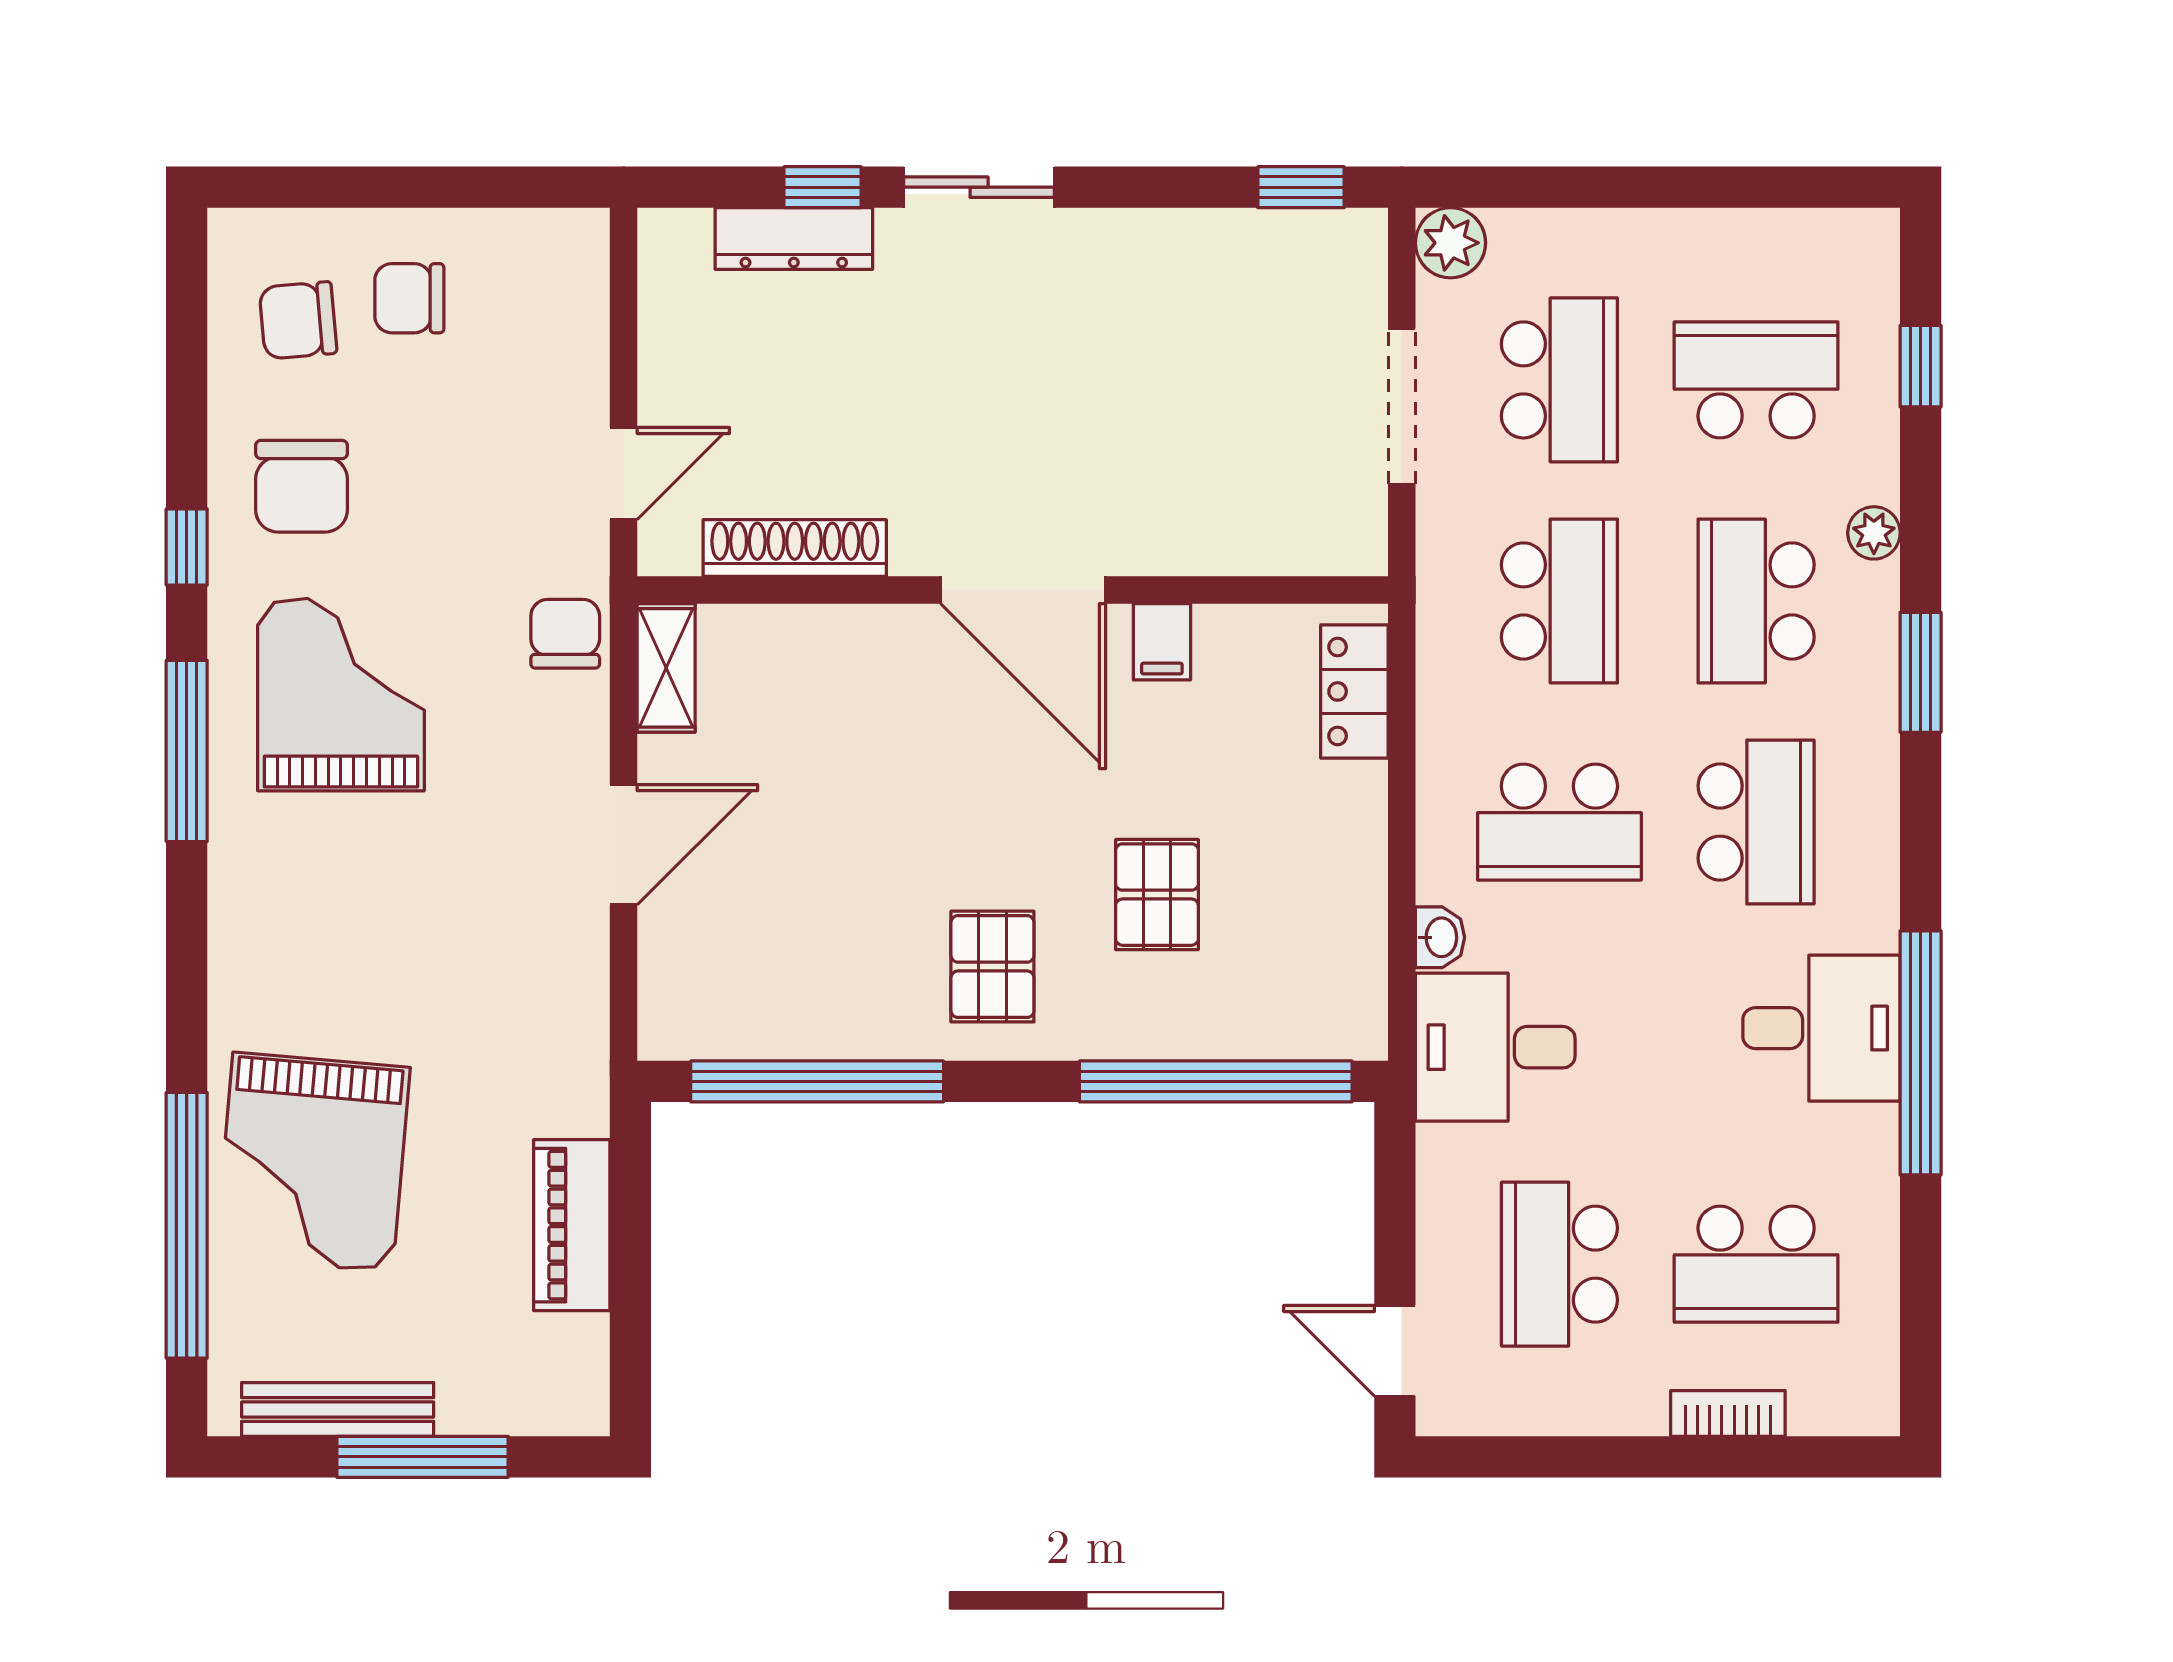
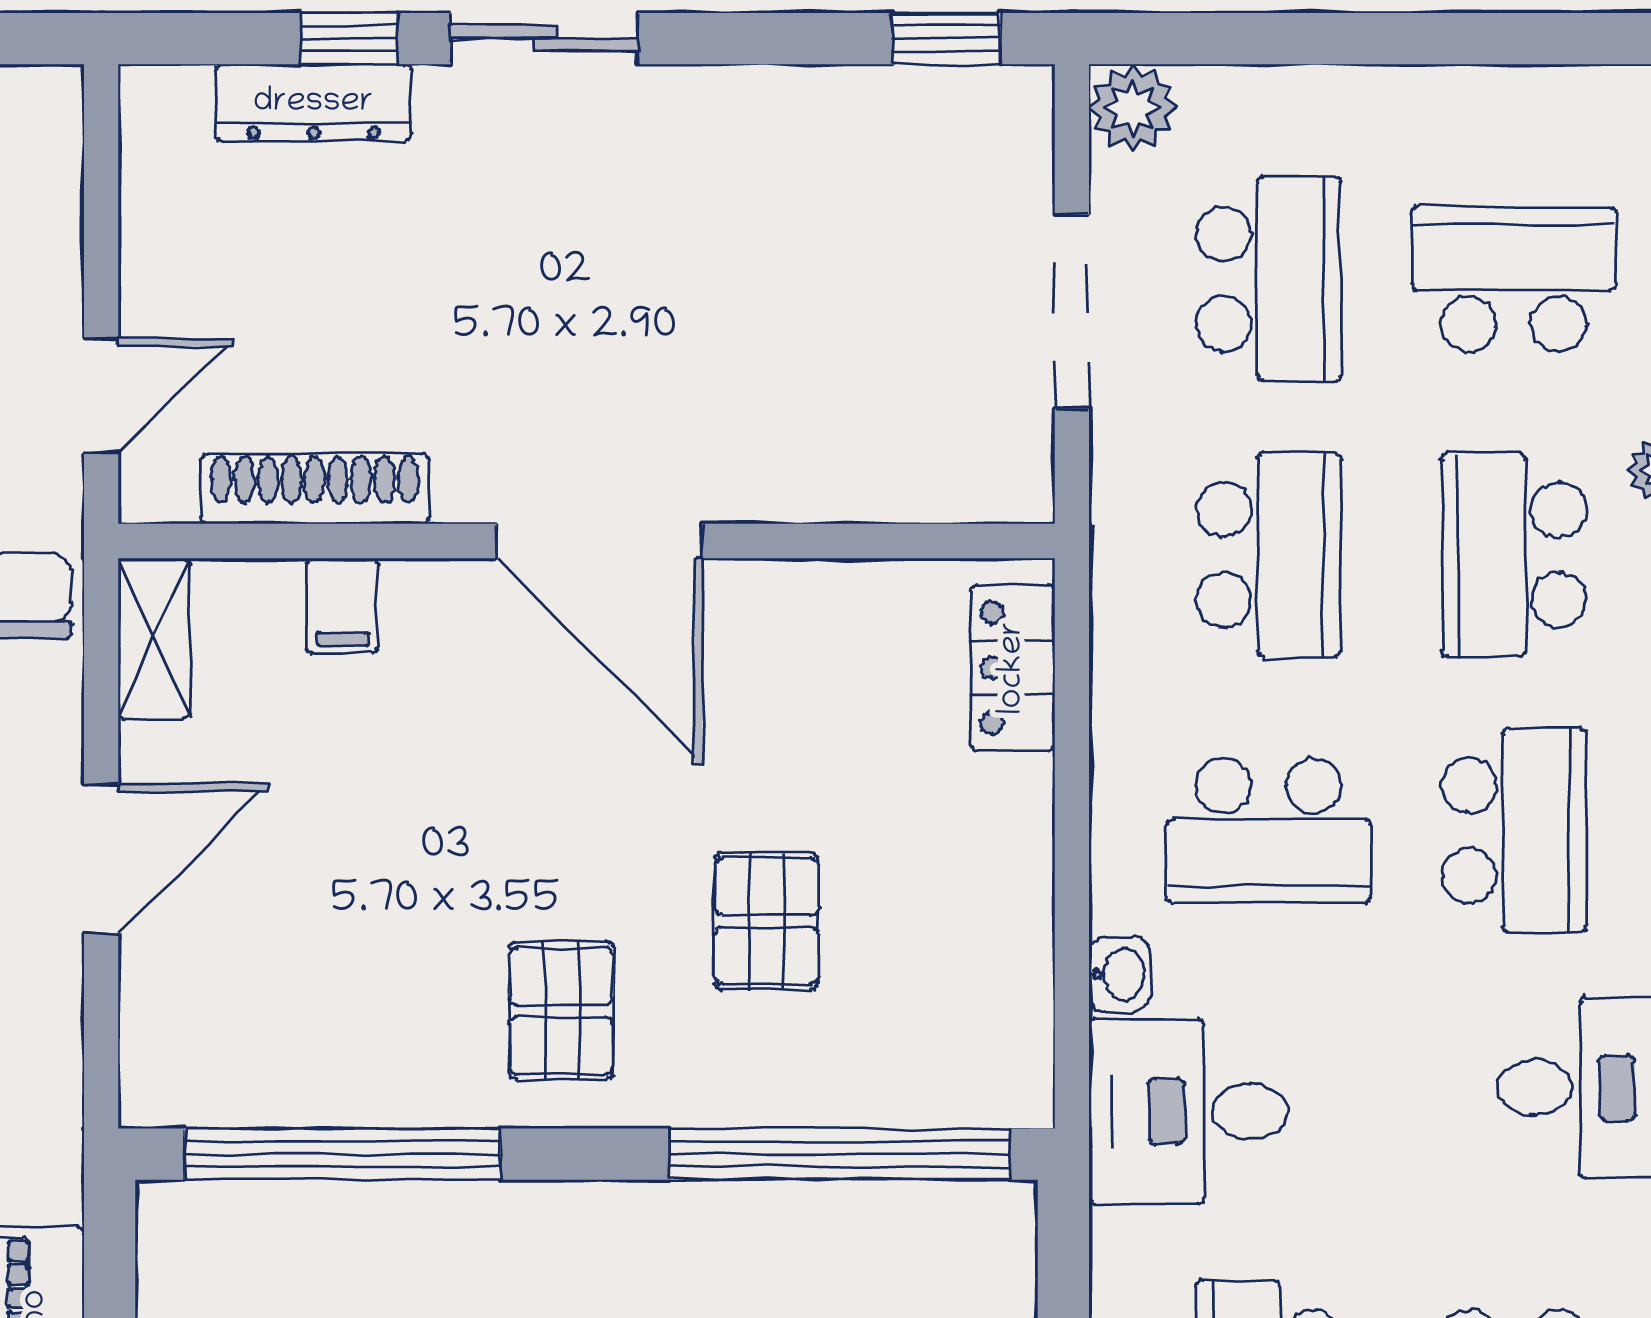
filing cabinet: (1162, 642) -> (342, 606), moved

